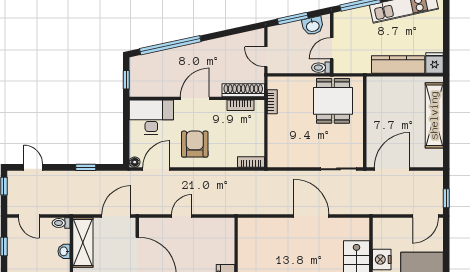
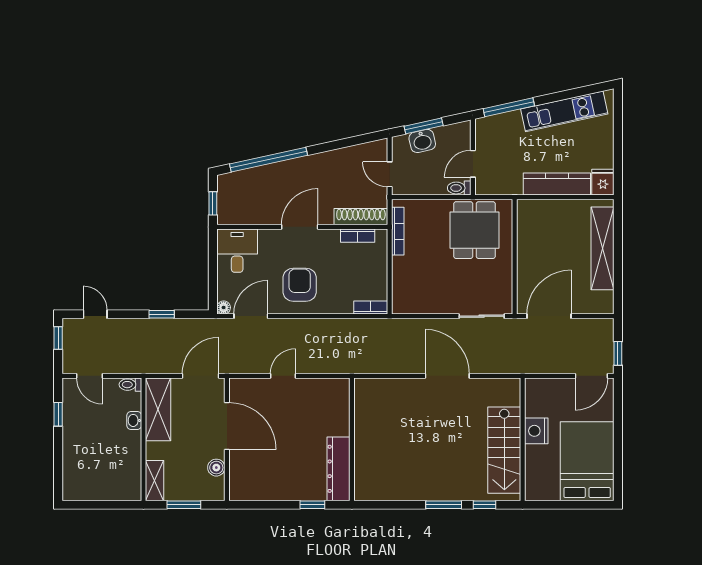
washbasin: (313, 26) -> (422, 141), moved
bookcase: (272, 102) -> (398, 231), width x1.56
desk: (151, 117) -> (237, 251), width x0.73

